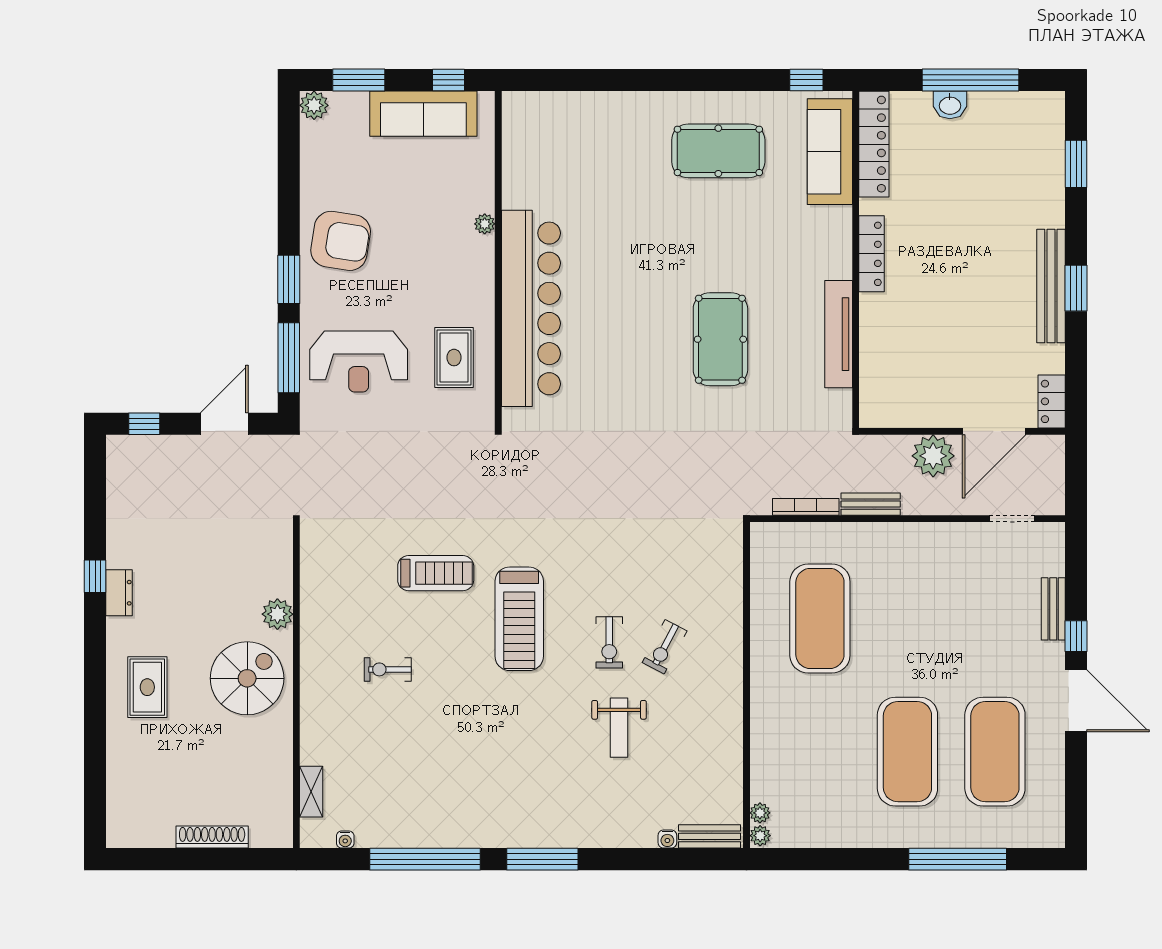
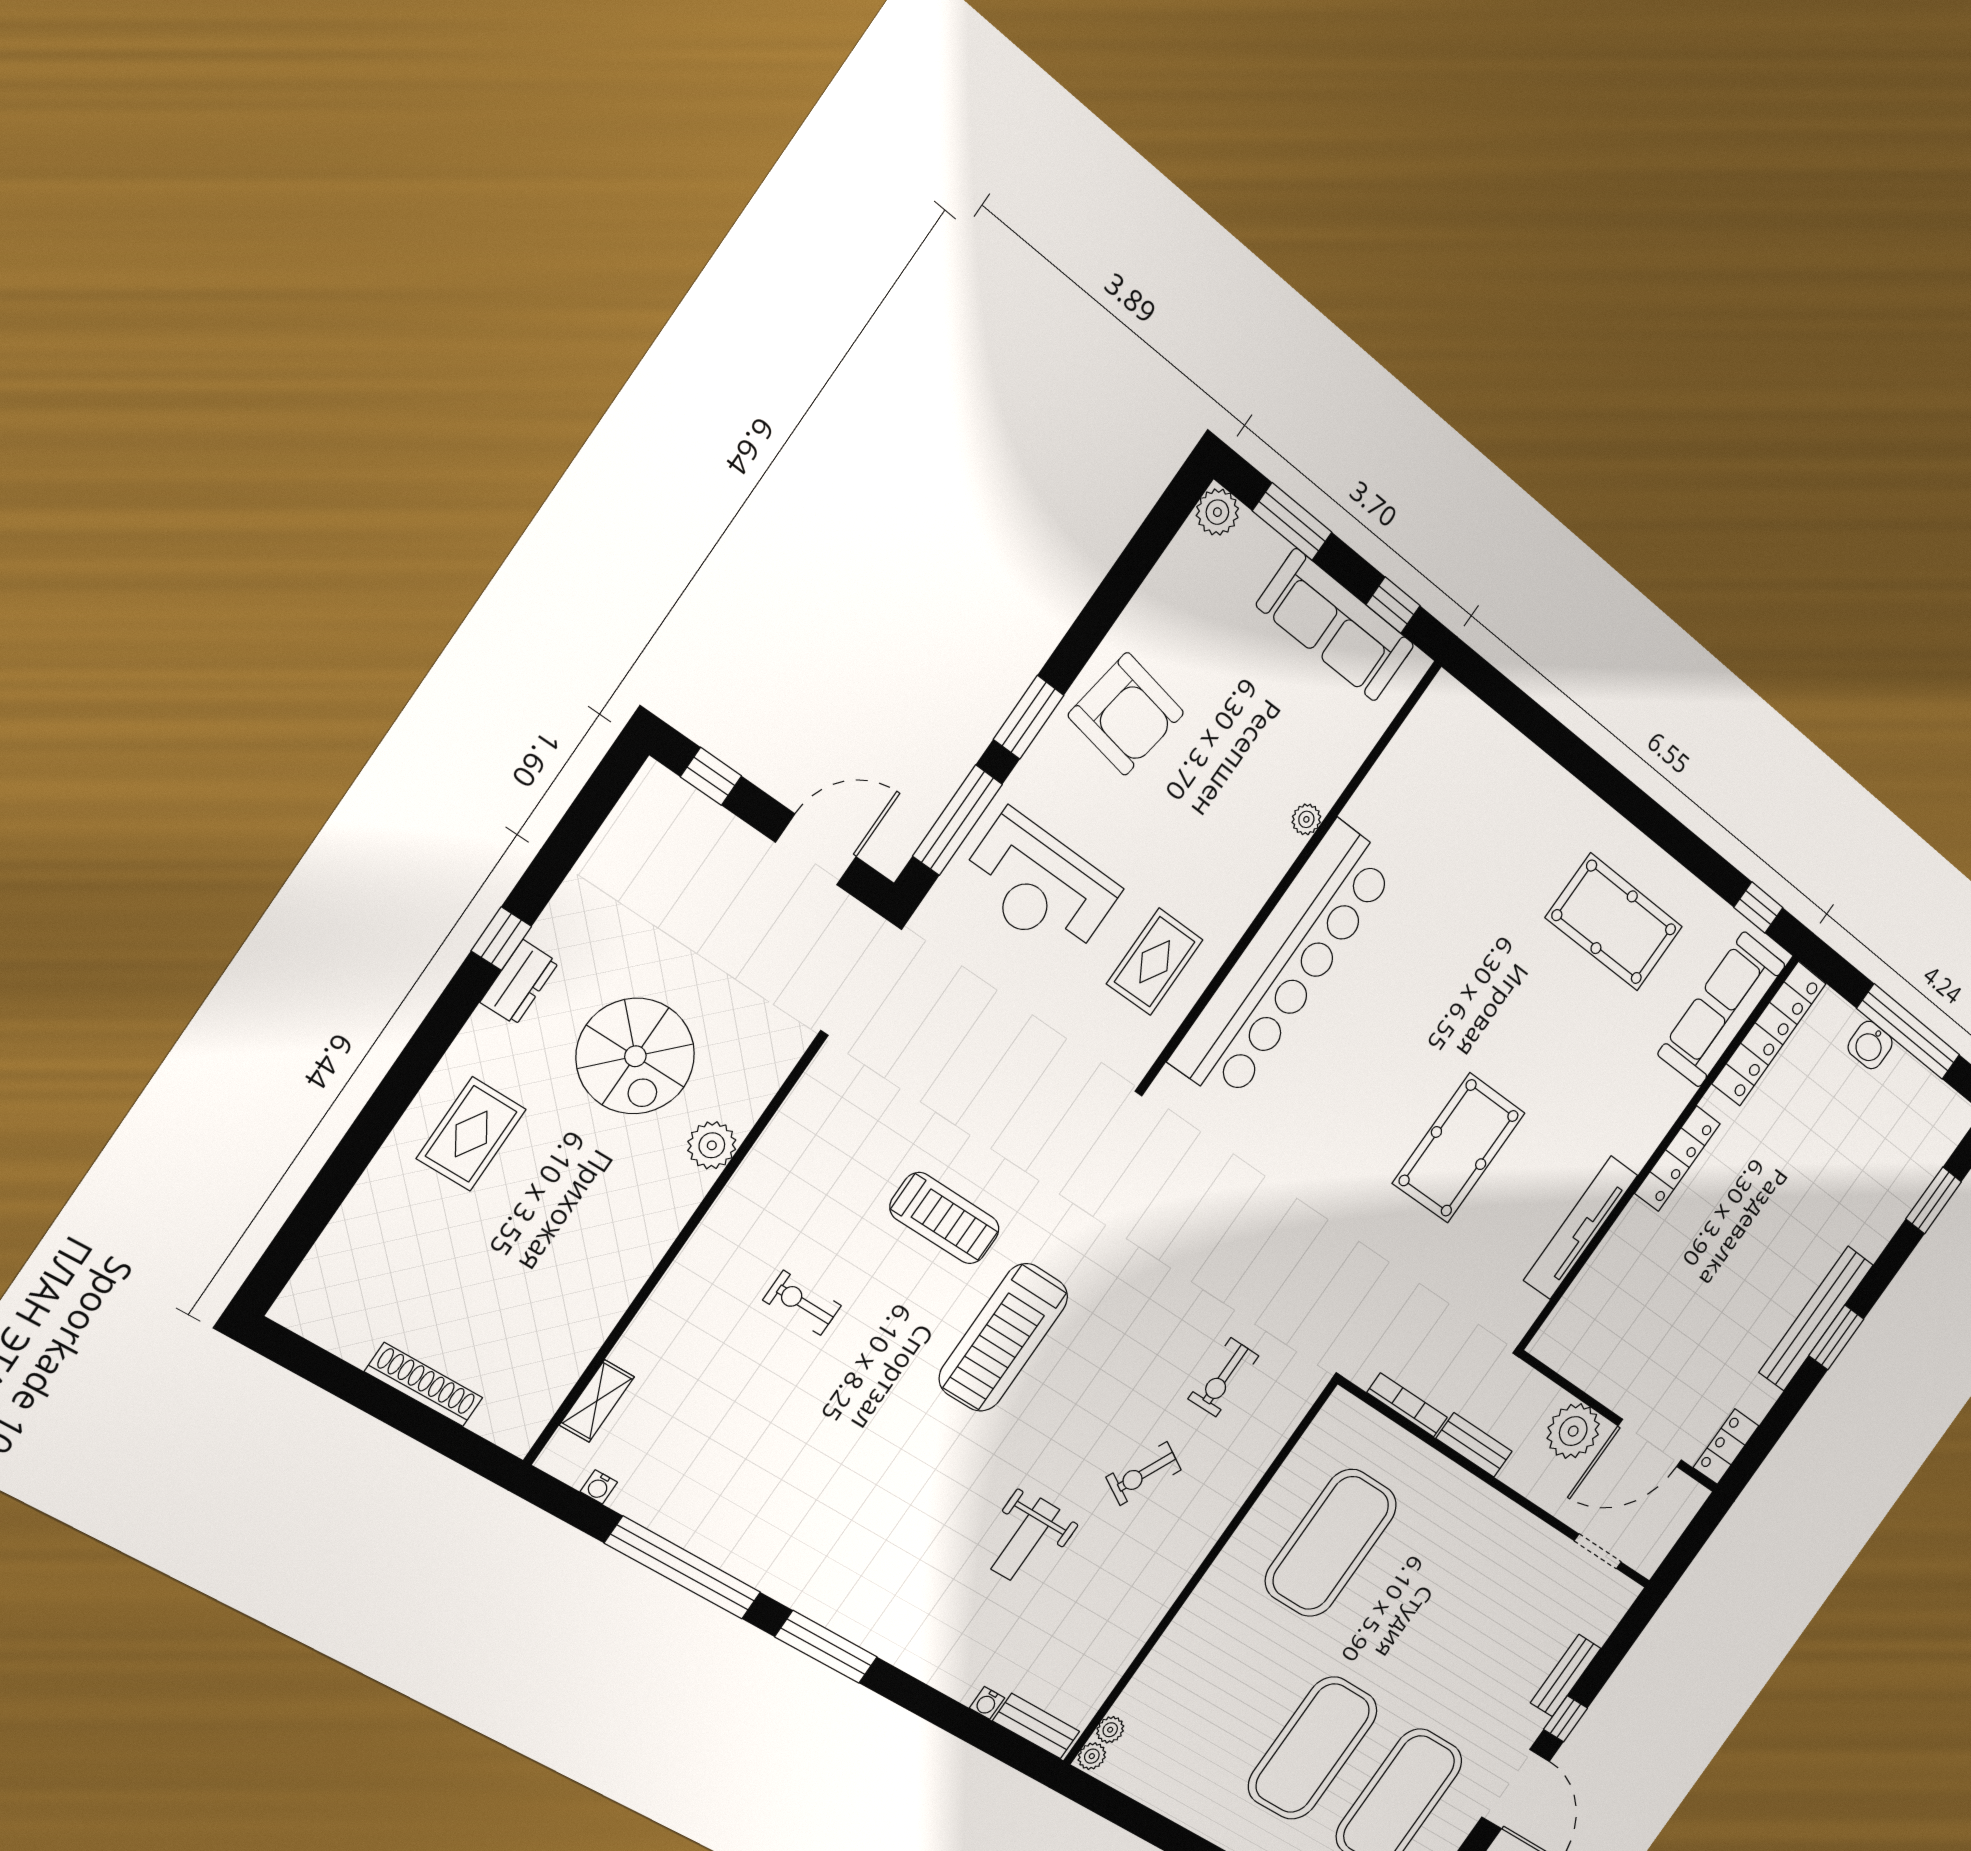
exercise bike: (609, 642) -> (1223, 1377), moved
spiral stairs: (247, 678) -> (635, 1056), moved, turned 90

